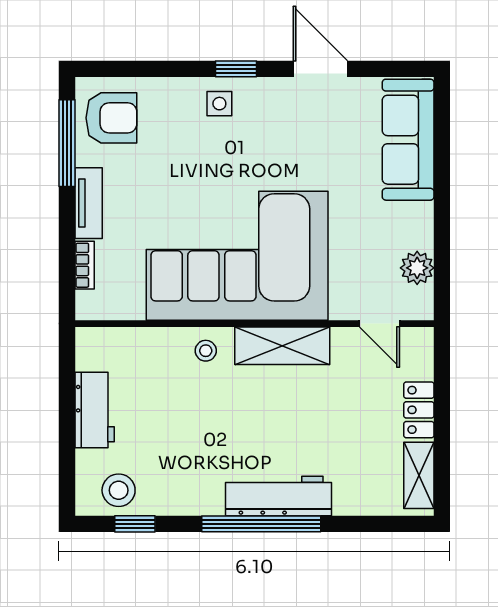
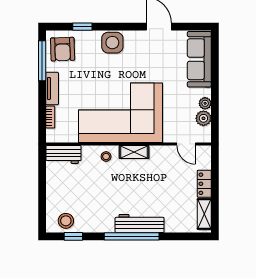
window: (236, 69) -> (82, 27), moved
side table: (219, 104) -> (112, 43), width x1.87, depth x1.87
armchair: (111, 118) -> (63, 49), turned 88
plant: (421, 235) -> (205, 103), added
shelving: (282, 346) -> (134, 152), width x0.67, depth x0.75
workbench: (95, 410) -> (64, 154), moved, turned 90

